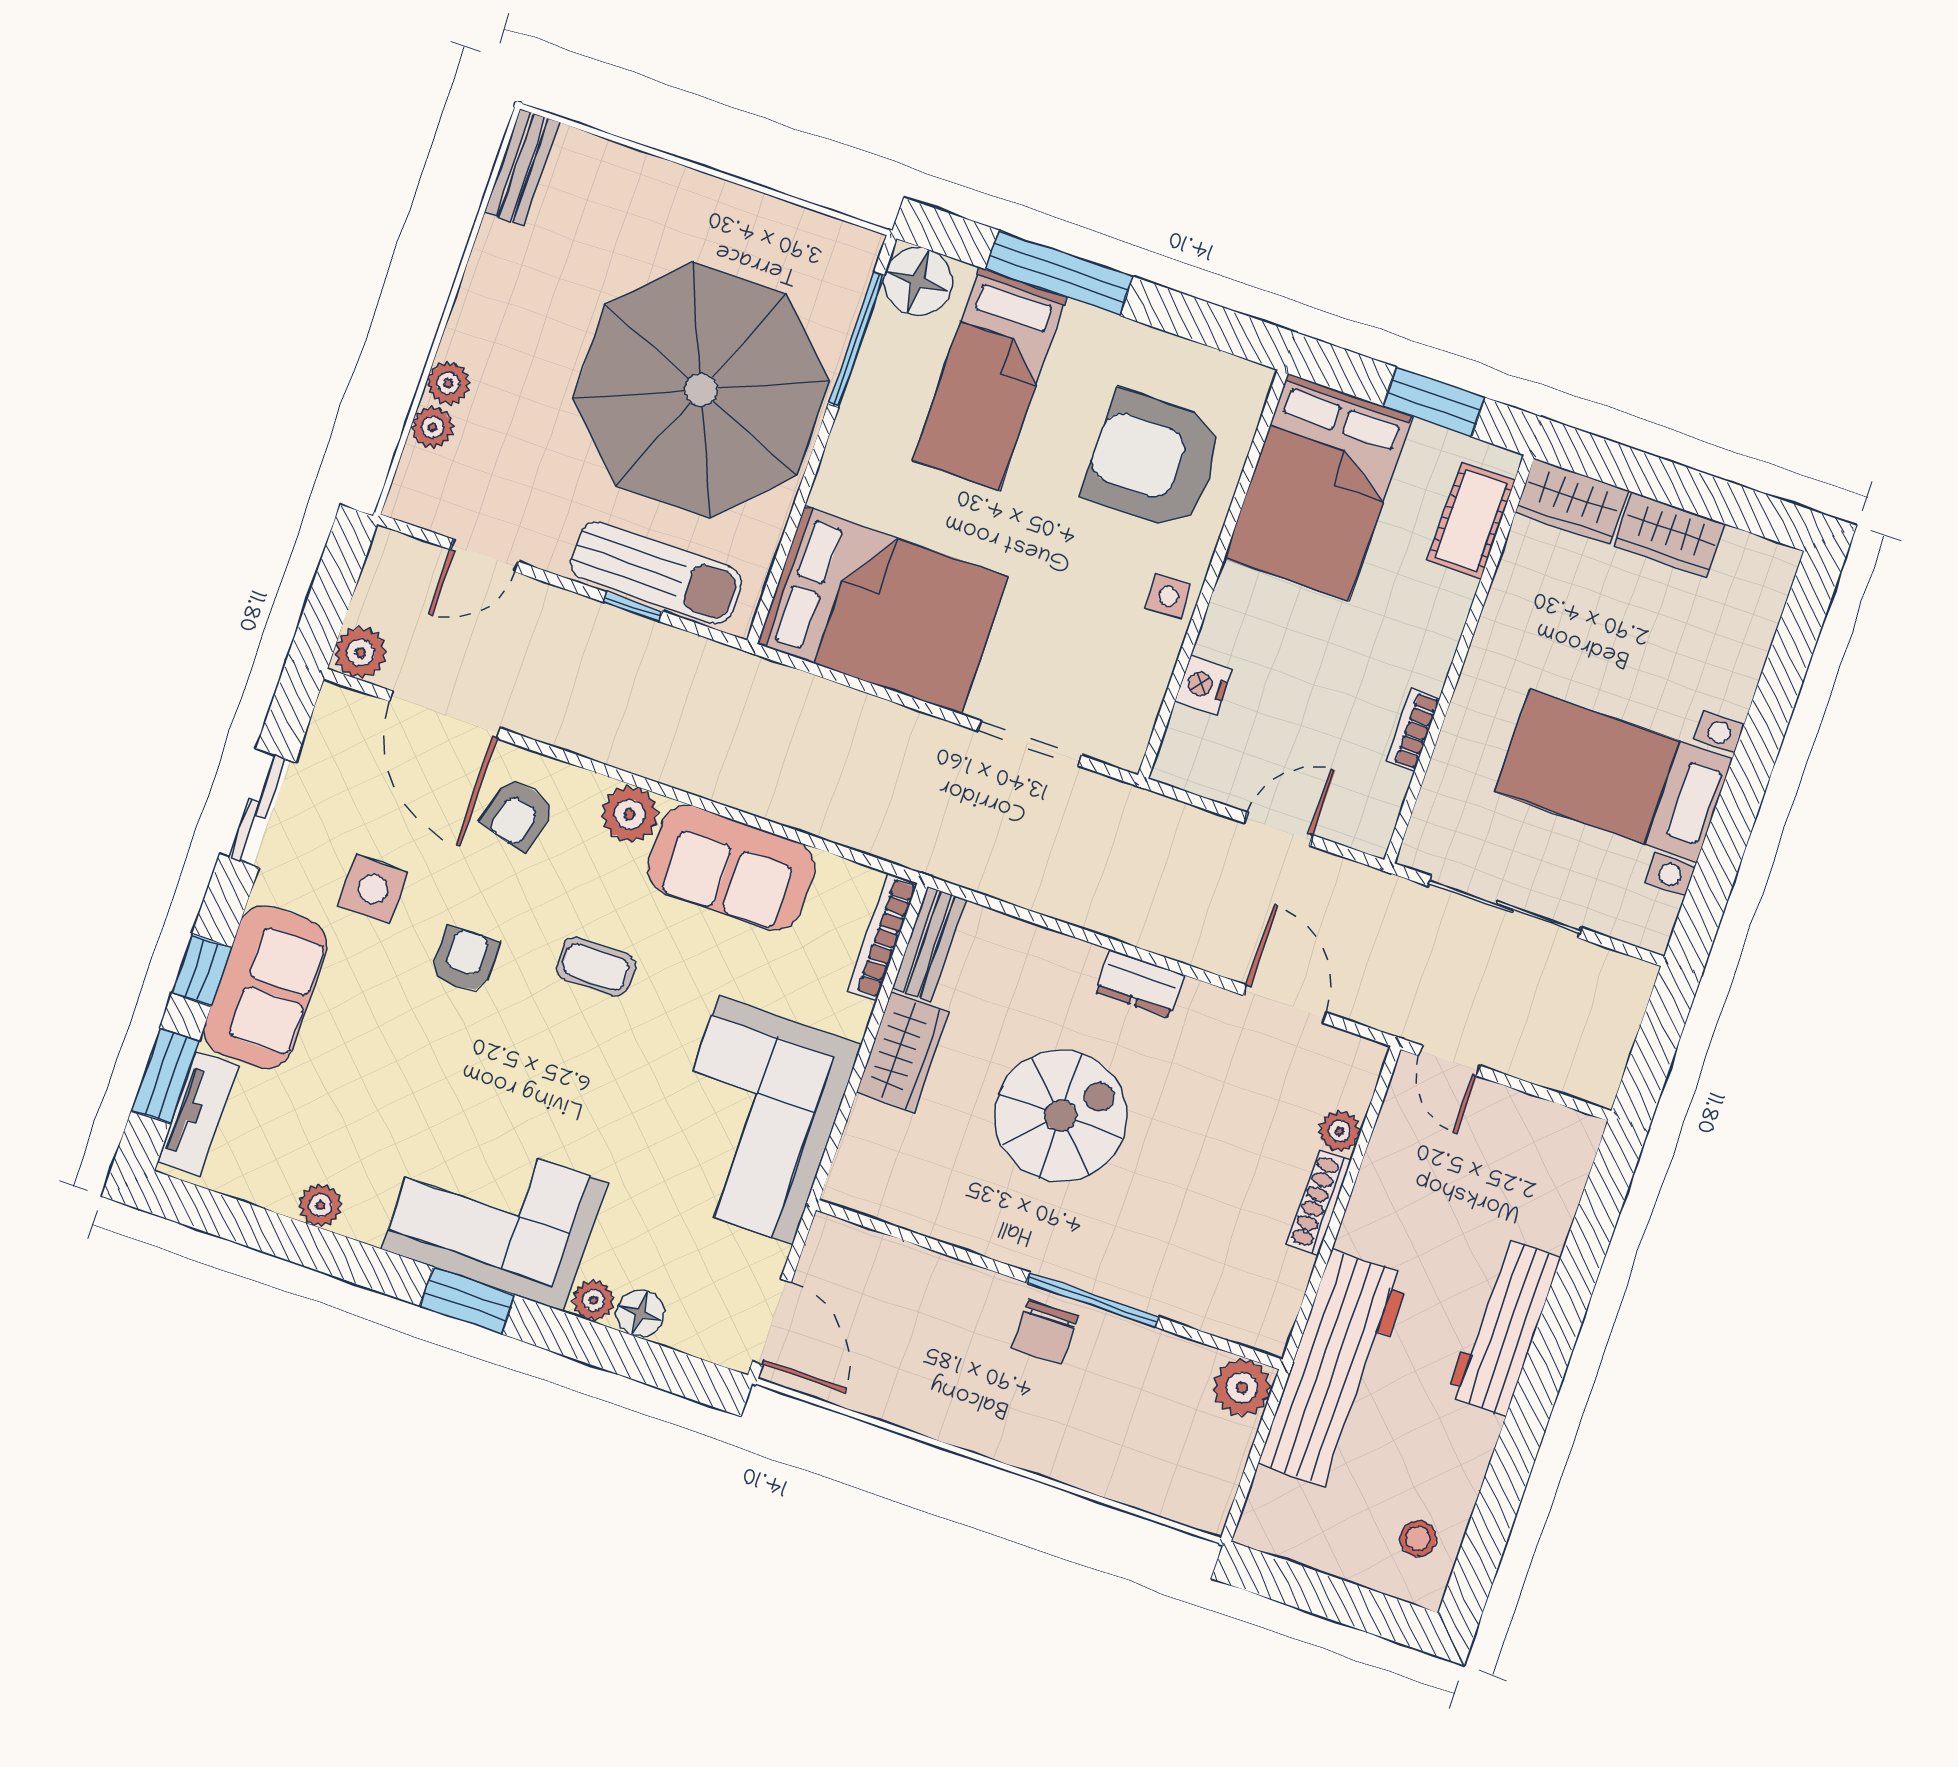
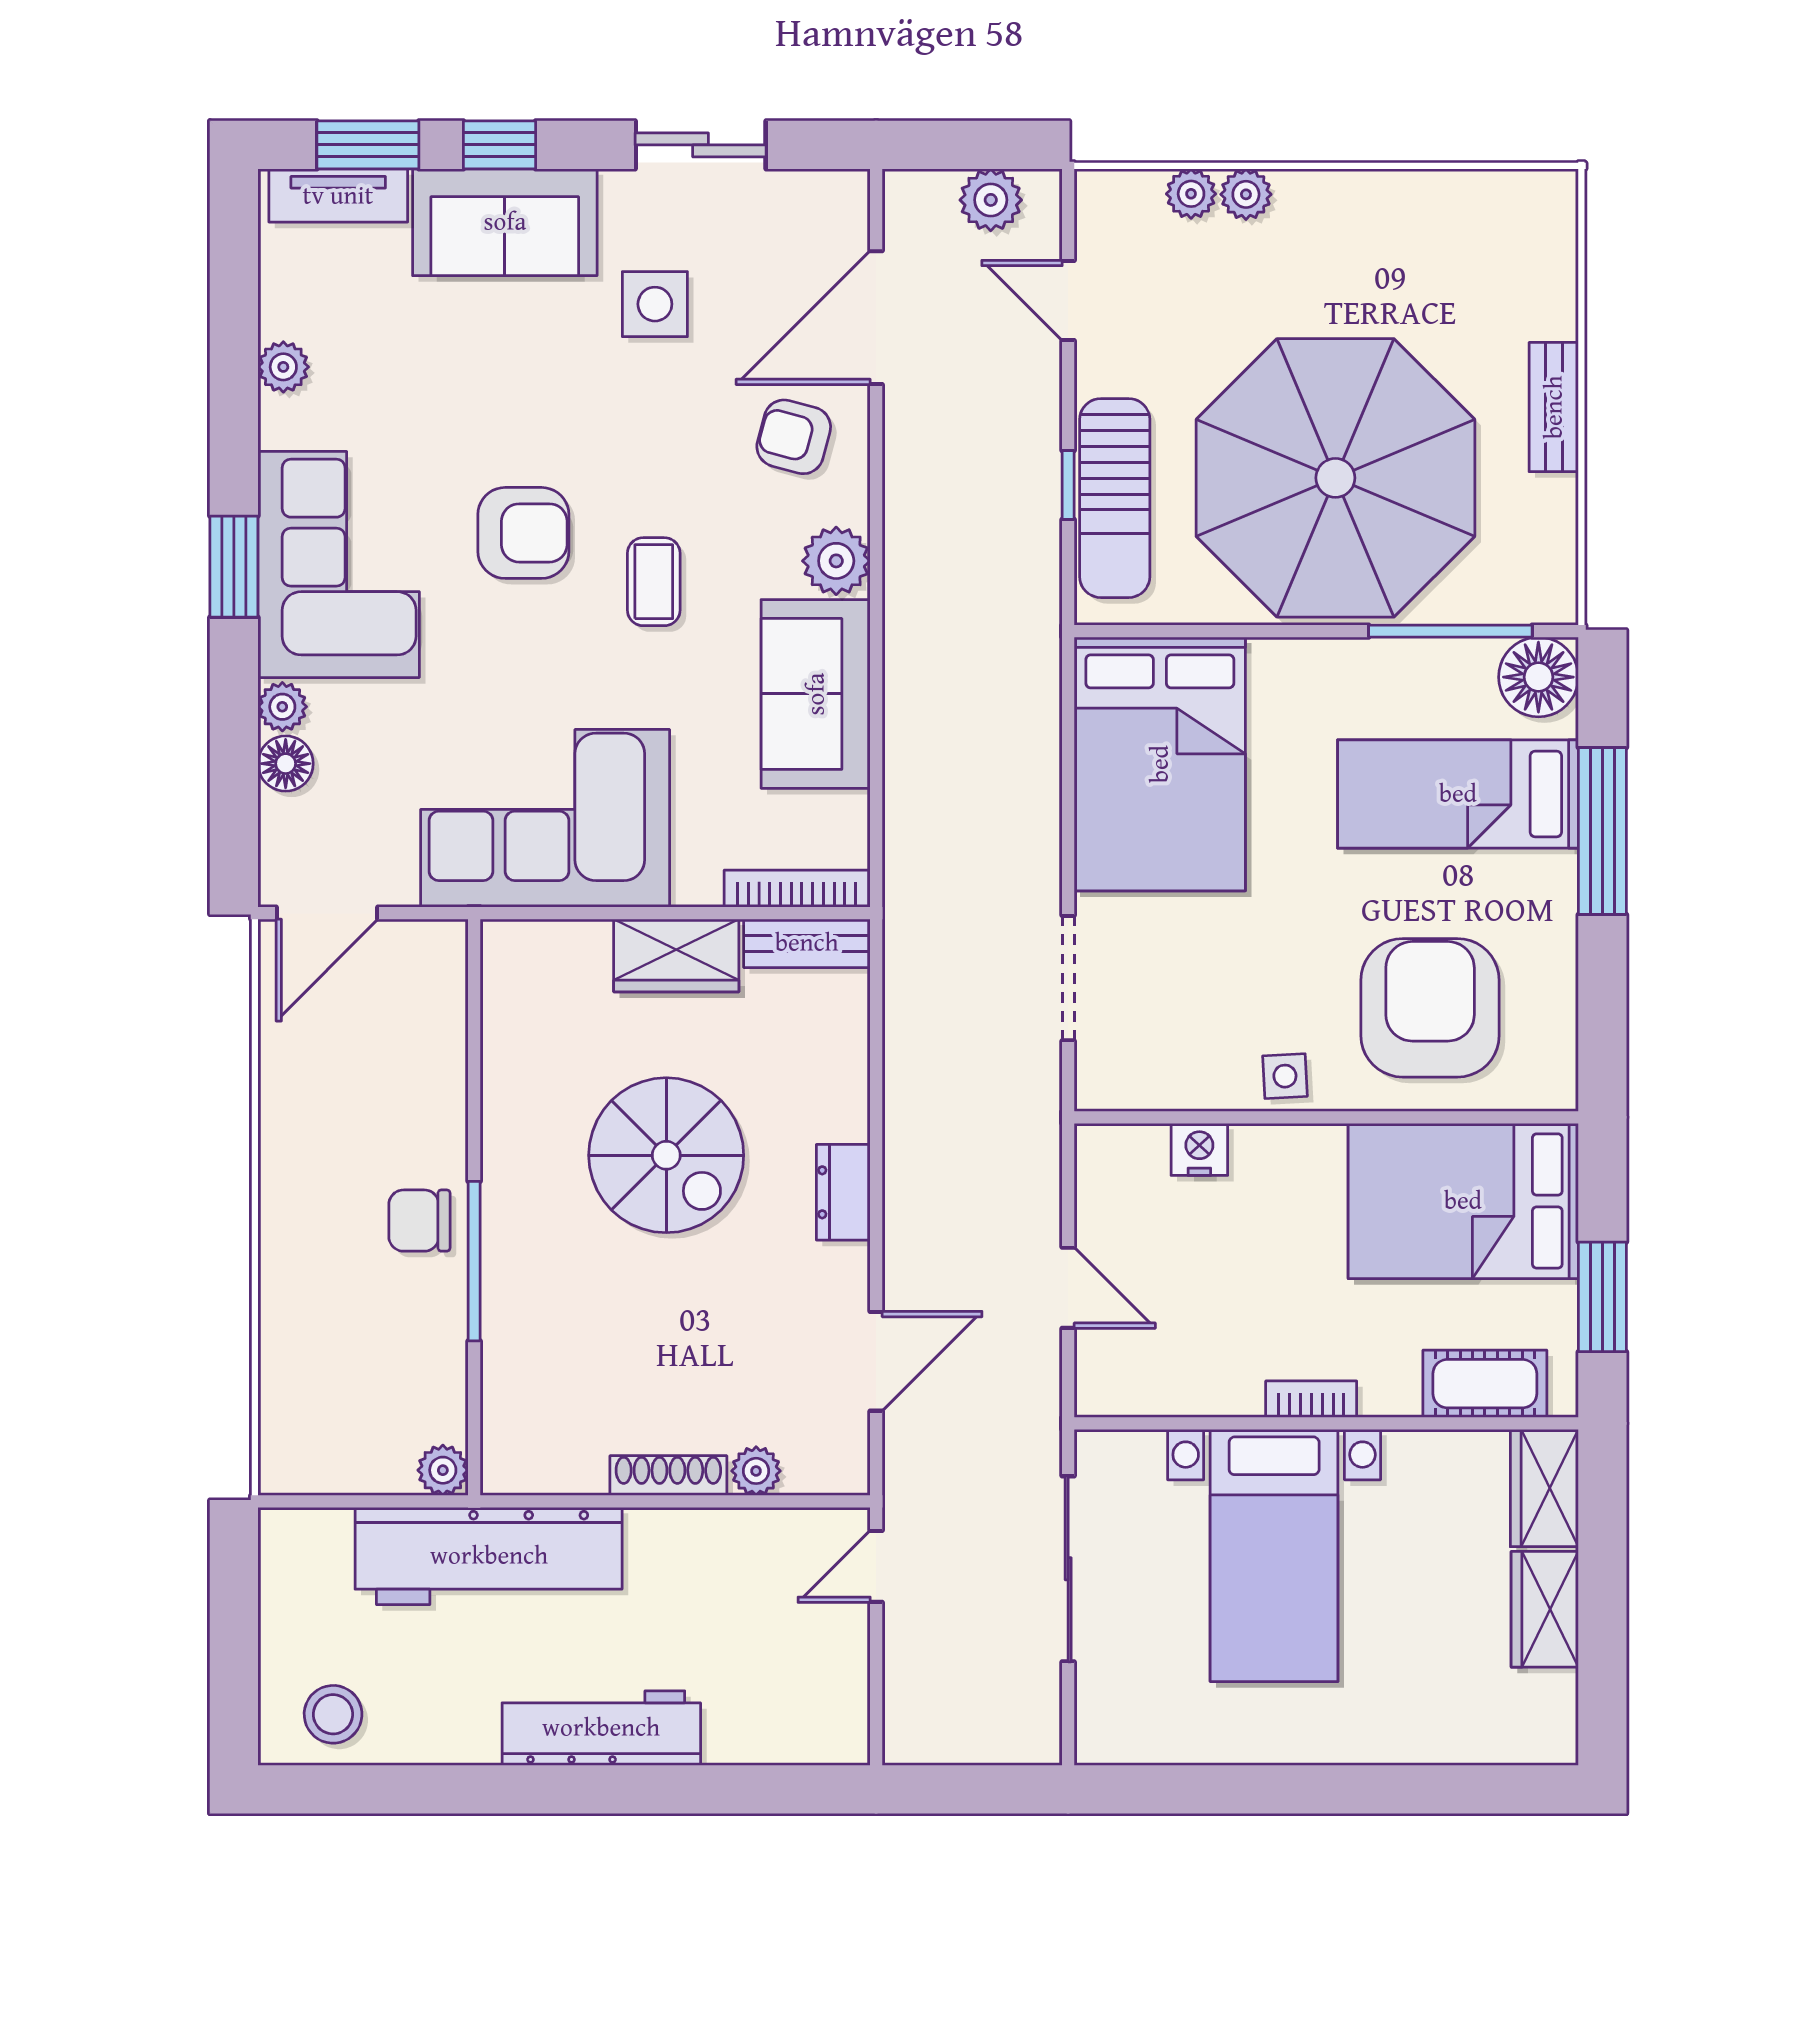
bench: (522, 168) -> (1554, 407), moved, turned 90
plant: (361, 652) -> (991, 200), moved
bookcase: (1413, 730) -> (1311, 1399), moved
bed with nightstands: (1613, 775) -> (1274, 1555), moved, turned 180
armchair: (465, 960) -> (523, 533), moved, width x1.38, depth x1.38
plant: (1242, 1388) -> (443, 1470), width x0.73, depth x0.73
stool: (1418, 1539) -> (333, 1714), width x1.37, depth x1.37

